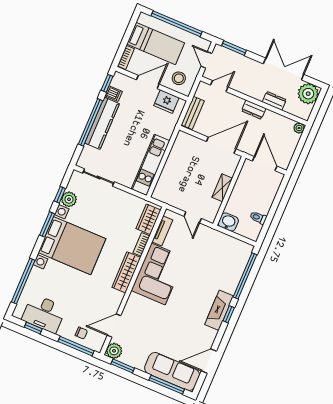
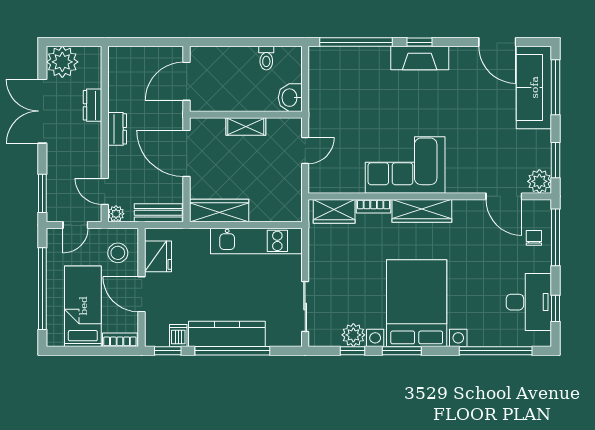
plant: (299, 128) -> (116, 214), moved
wardrobe: (178, 150) -> (219, 211), added
tv unit: (162, 231) -> (342, 185), removed

